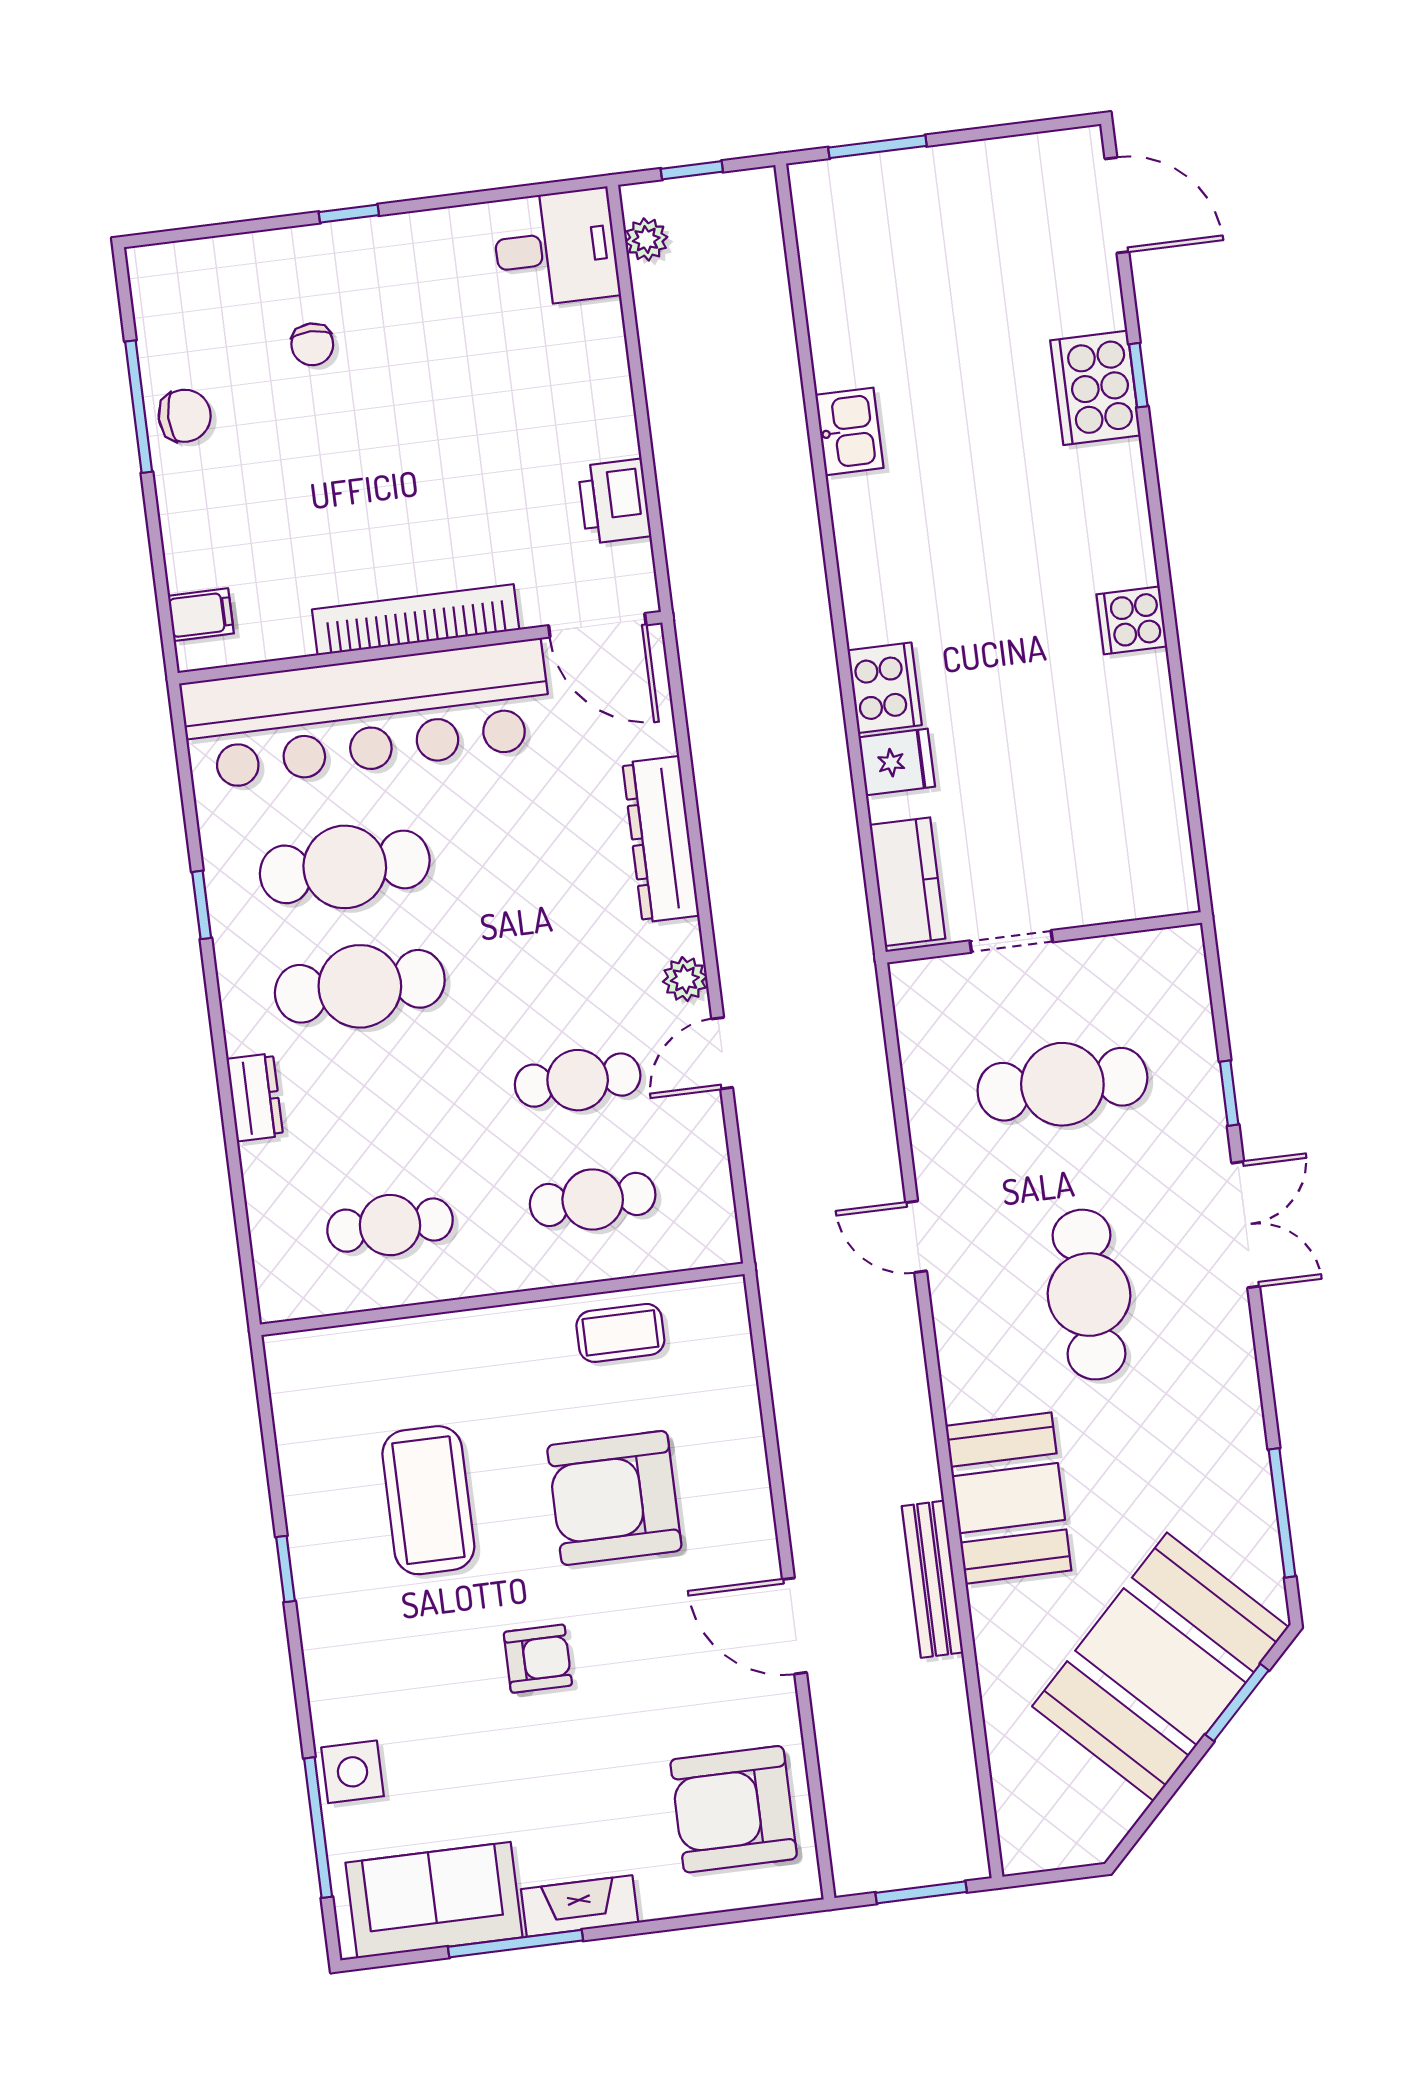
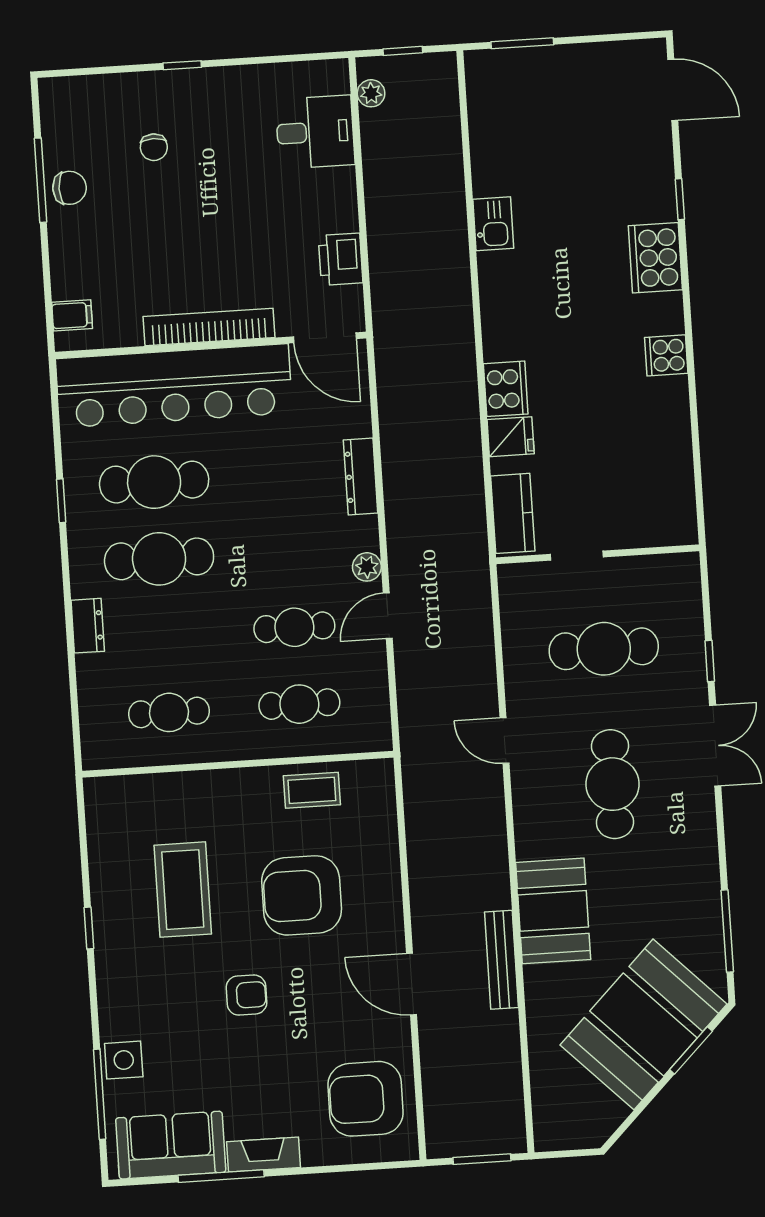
desk: (555, 248) -> (315, 132), moved
cooker: (1095, 388) -> (655, 258), moved
dresser: (661, 839) -> (361, 477), width x0.73, depth x0.80

